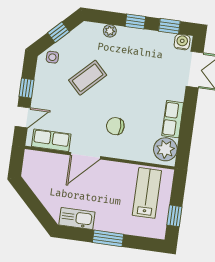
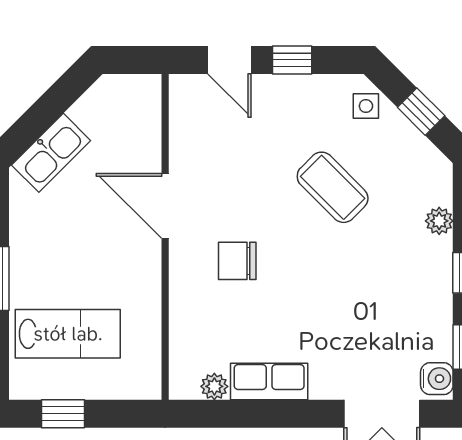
chair: (115, 126) -> (237, 261), turned -90
row of seats: (51, 140) -> (188, 128), removed
plant: (165, 149) -> (214, 386), width x0.53, depth x0.53
lab bench: (147, 193) -> (68, 334), moved
kitchen sink: (77, 219) -> (51, 153), moved, turned 45

